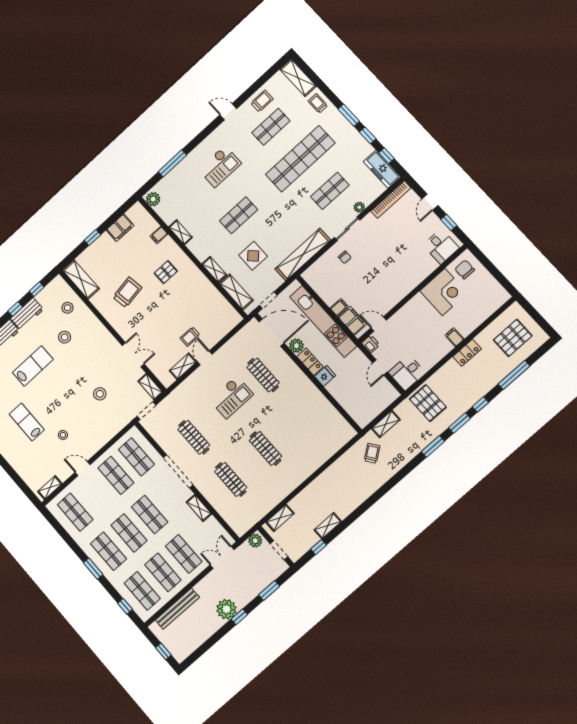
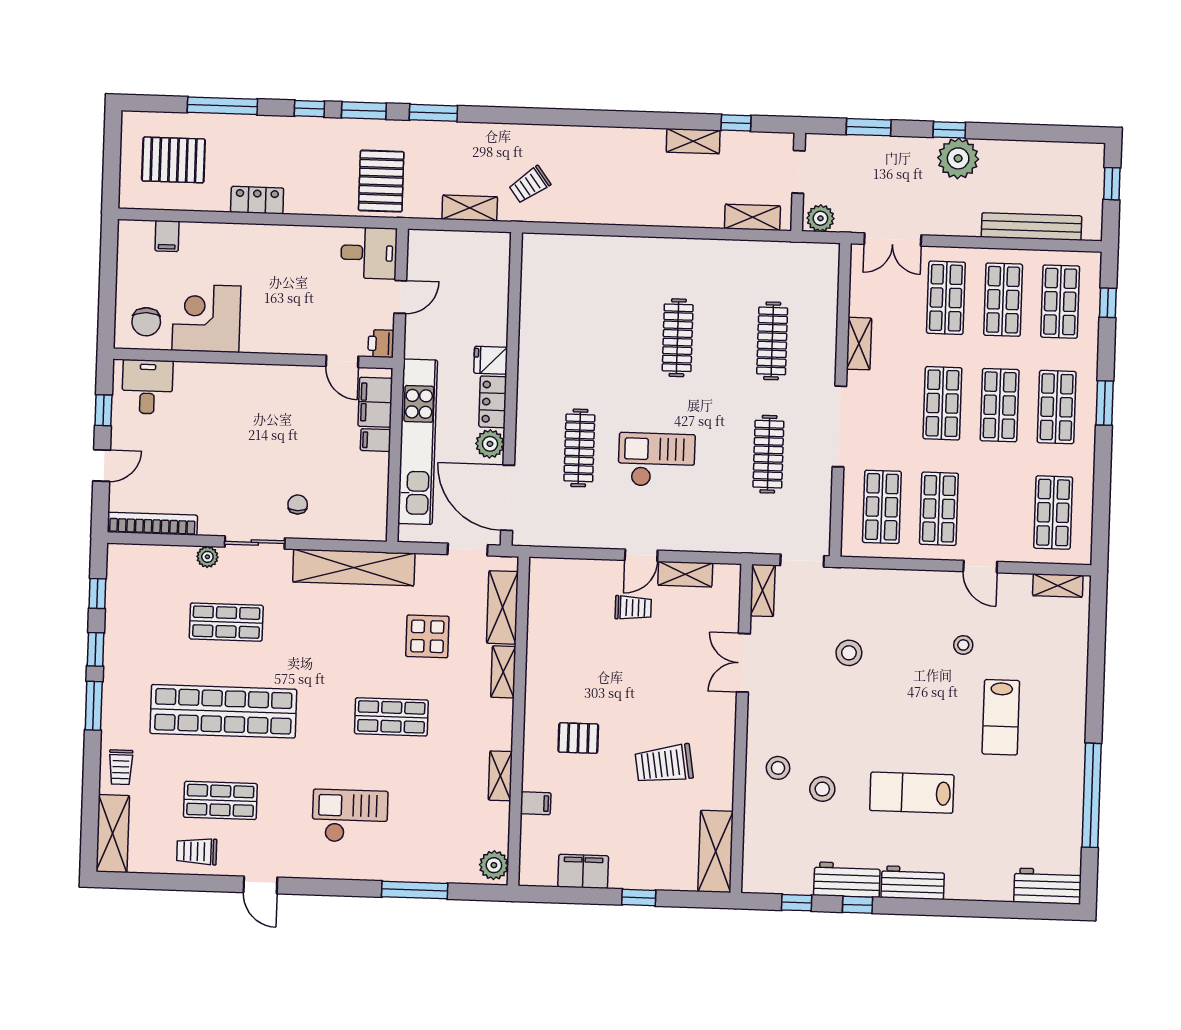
freezer: (382, 169) -> (123, 580), removed
stool: (67, 308) -> (778, 768), moved
filing cabinet: (455, 337) -> (167, 236), moved

